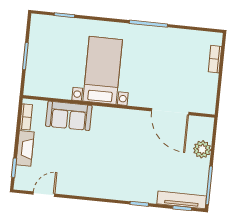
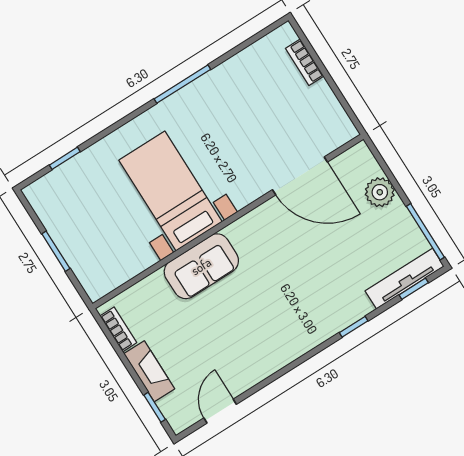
sofa: (69, 116) -> (201, 266), moved

